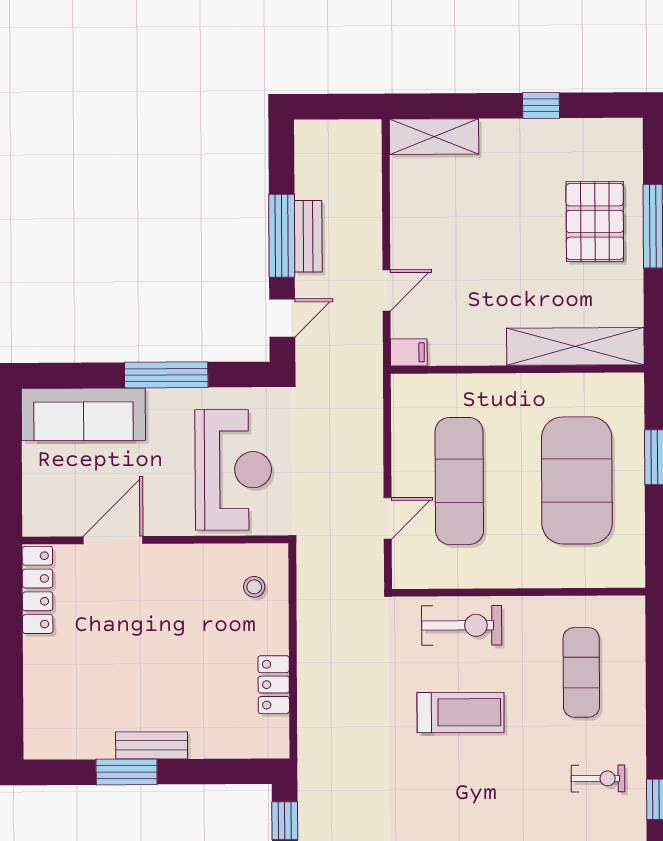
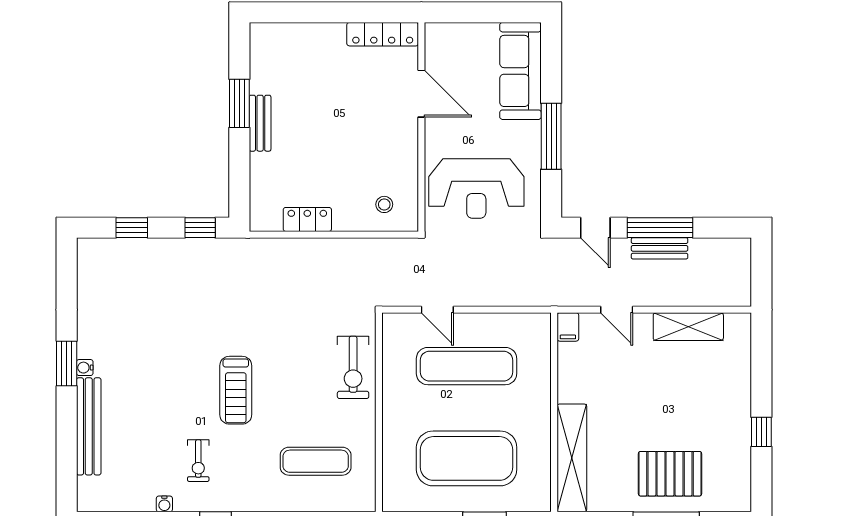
shelving: (434, 137) -> (688, 327), moved, turned 90
treadmill: (461, 712) -> (236, 390), moved
exercise bike: (598, 778) -> (198, 461), moved

